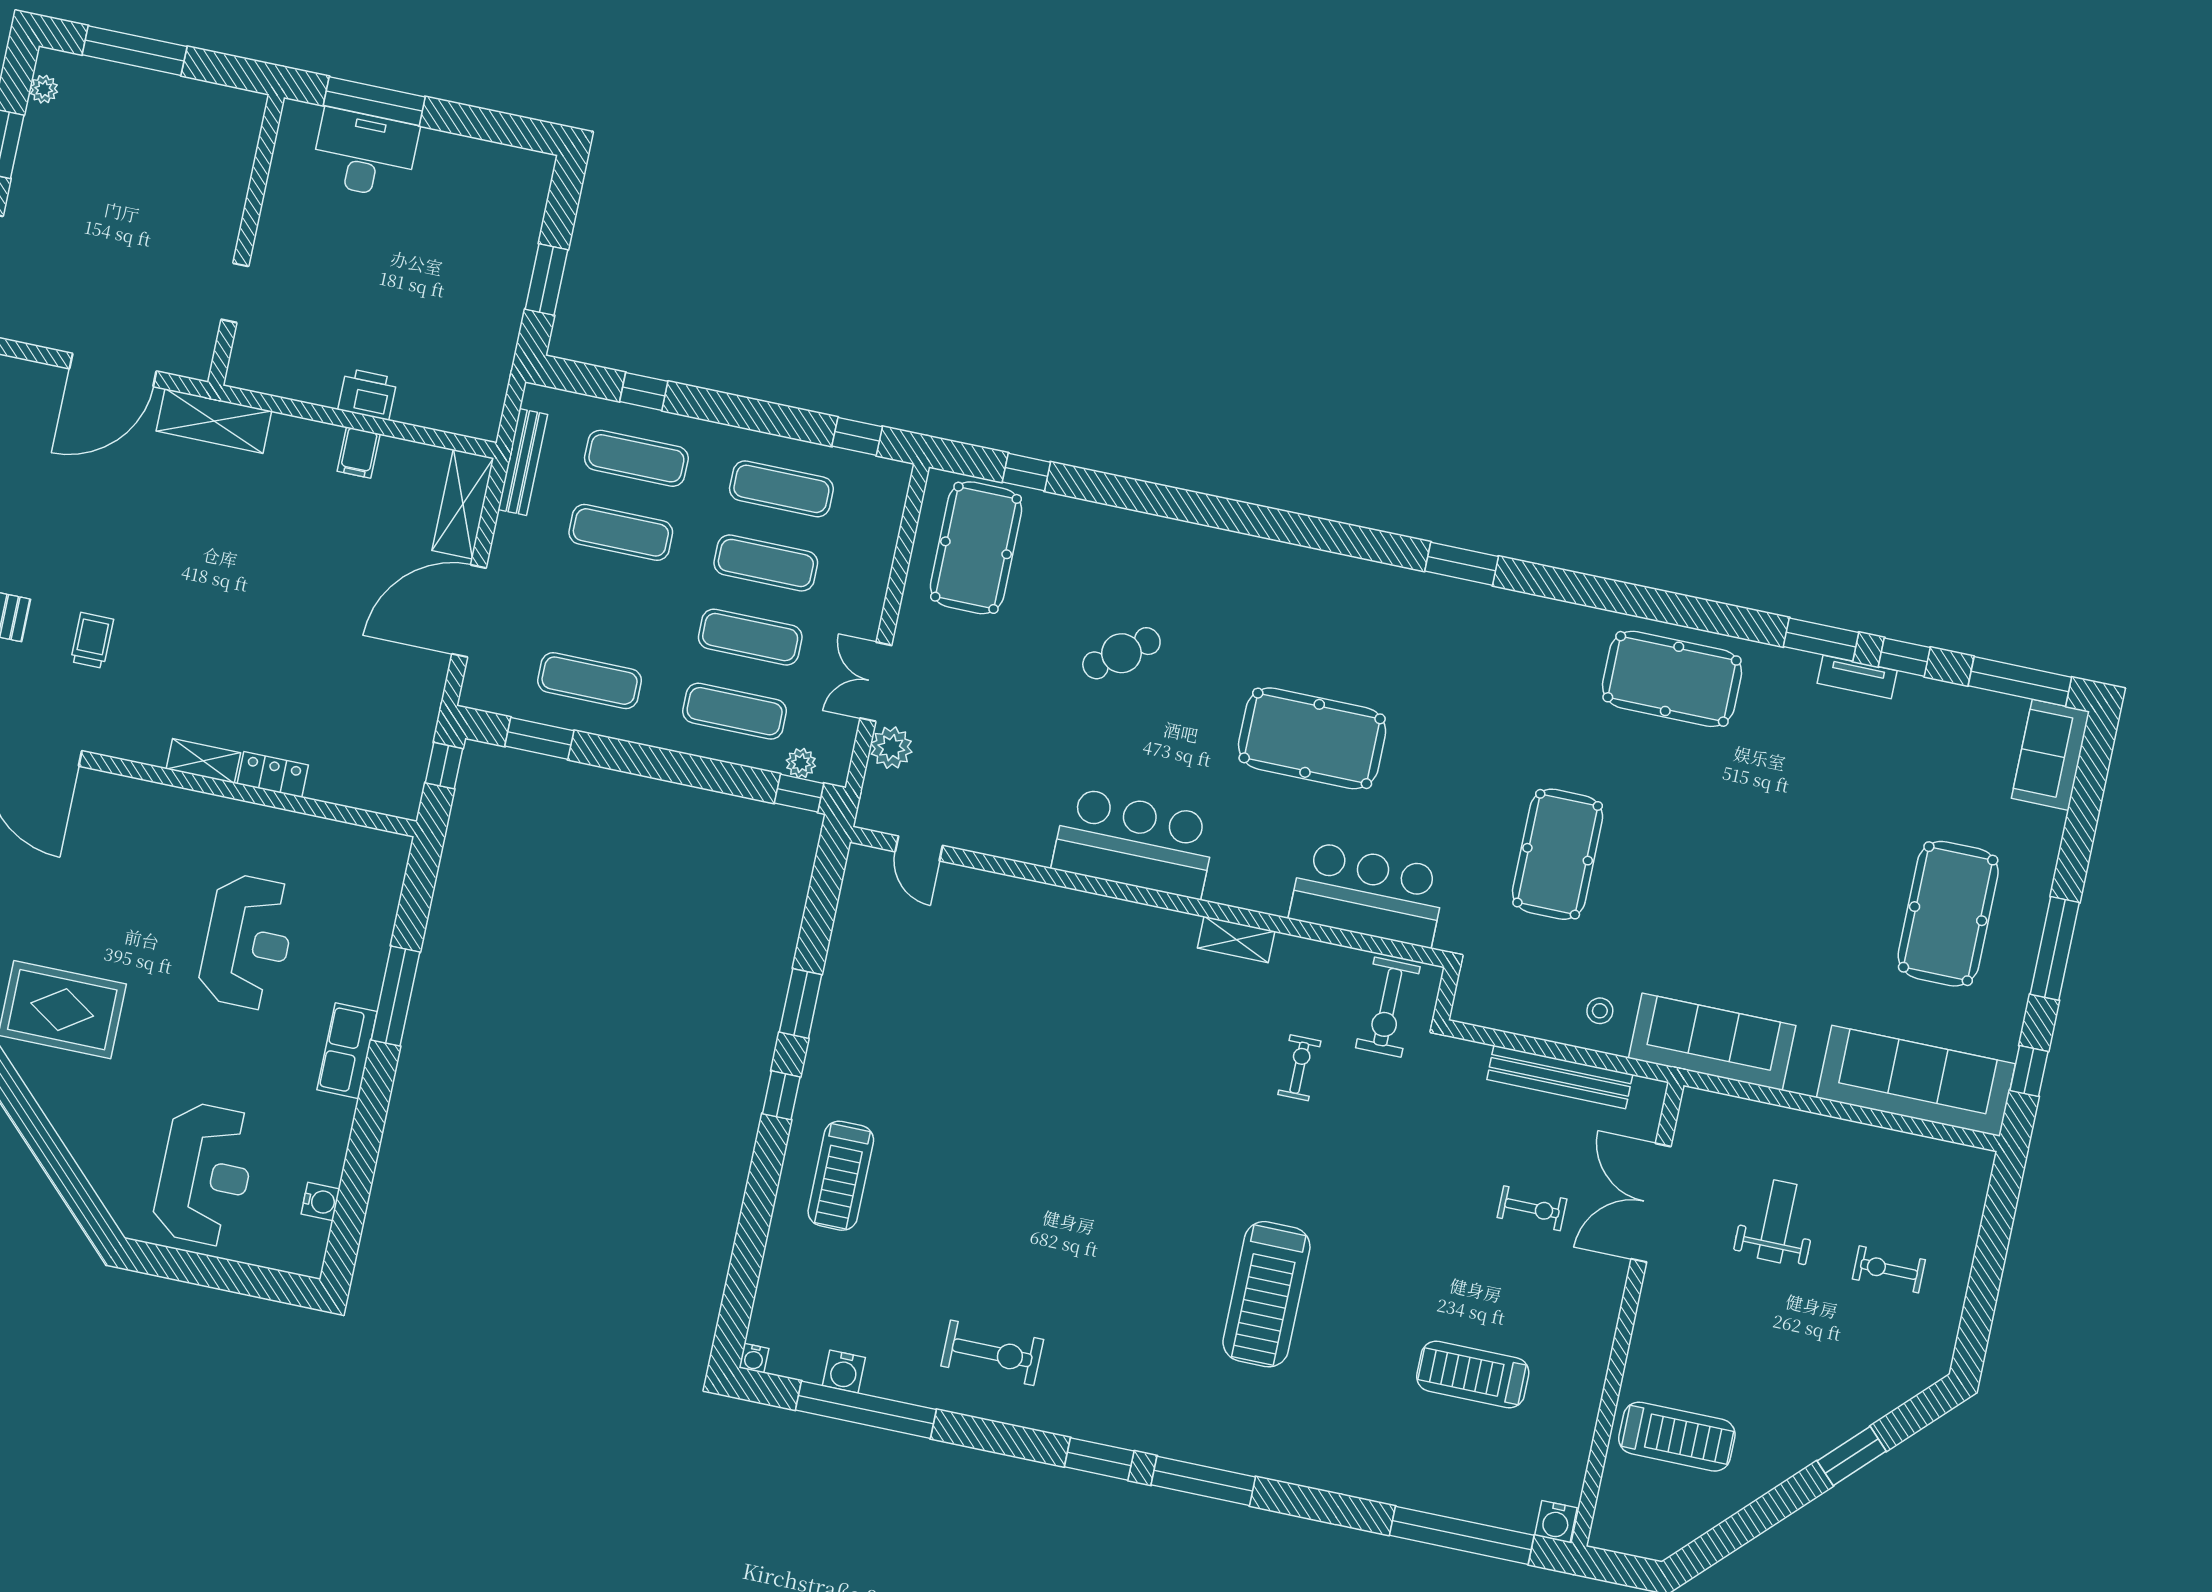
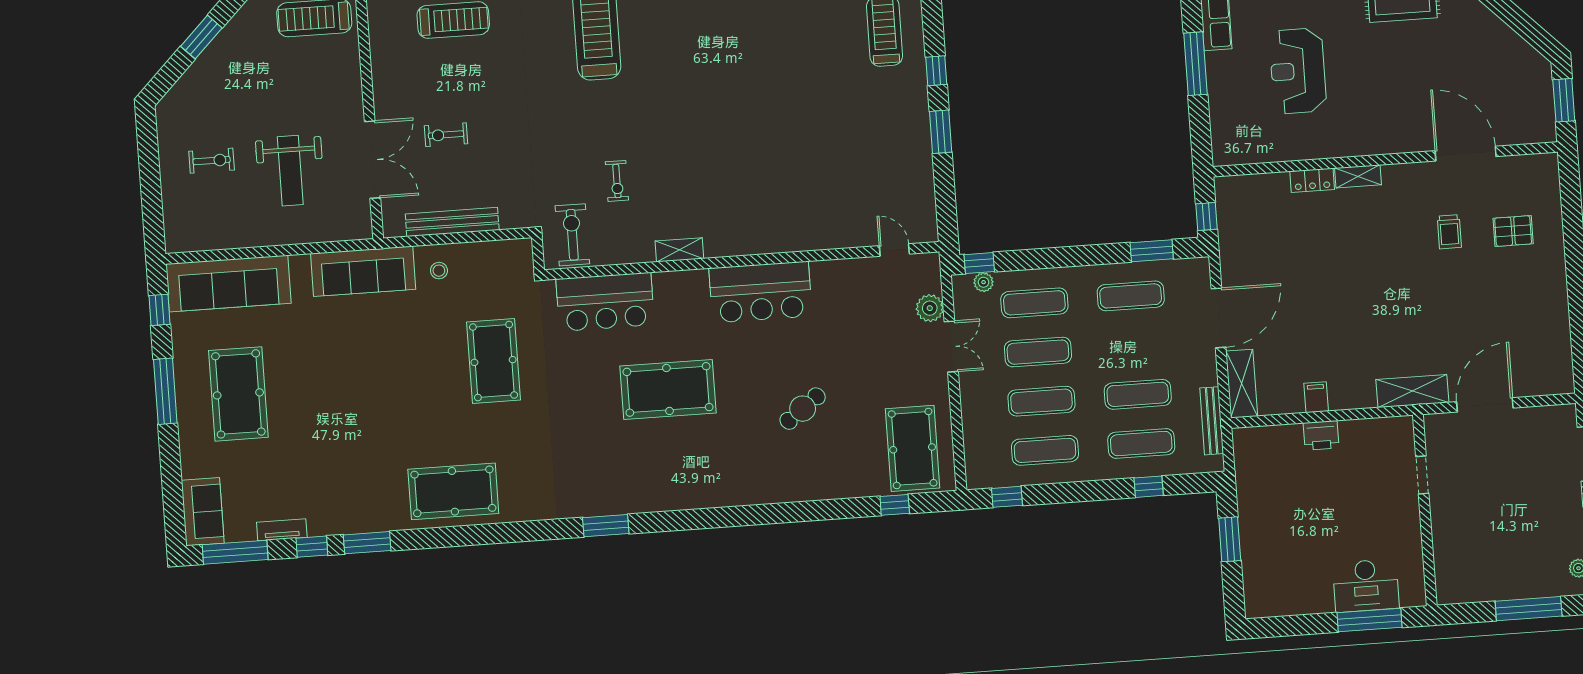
tv unit: (1857, 677) -> (282, 530), moved
weight bench: (1777, 1221) -> (290, 171), width x1.36, depth x1.33

